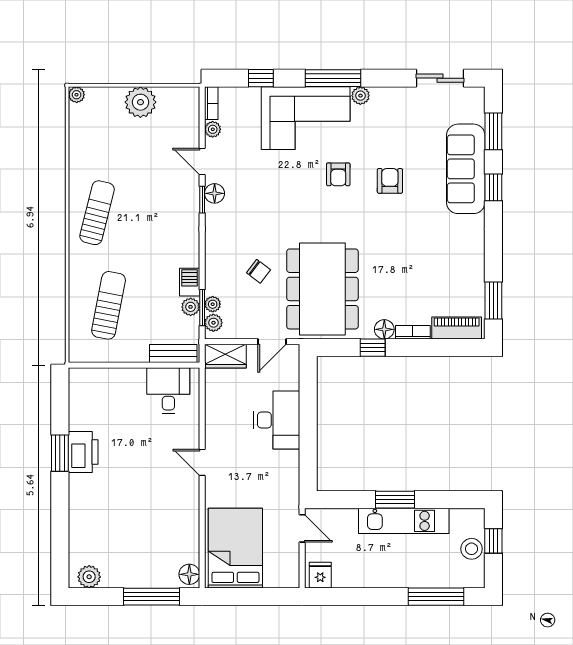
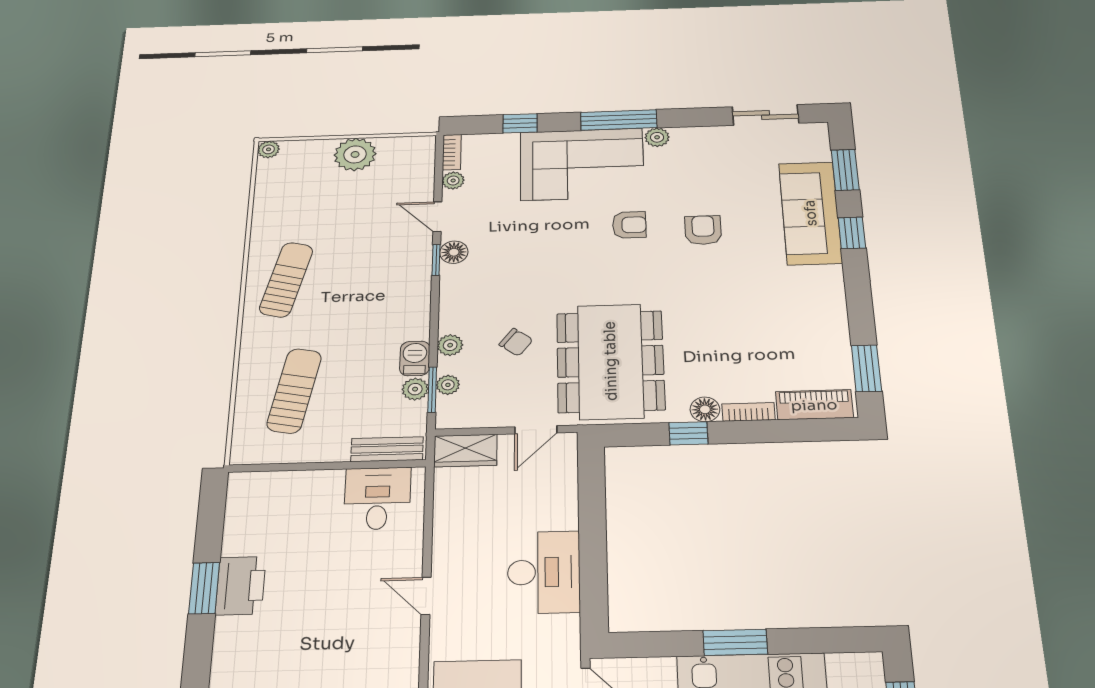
armchair: (338, 174) -> (629, 225), turned -90
plant: (213, 323) -> (450, 345), moved
desk: (277, 420) -> (544, 572), moved

